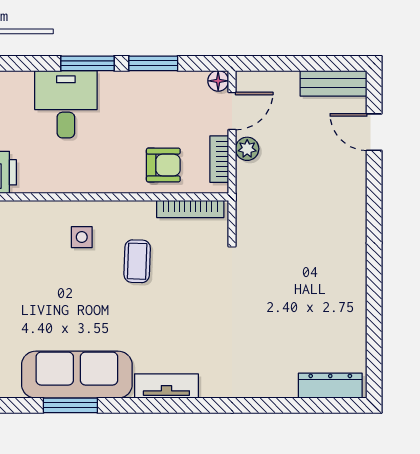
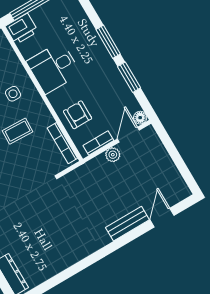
bench: (334, 83) -> (127, 224), moved, turned 90
desk: (66, 104) -> (54, 67), moved, turned 180
door: (232, 111) -> (128, 135), swing flipped
armchair: (163, 165) -> (78, 115), turned 180

